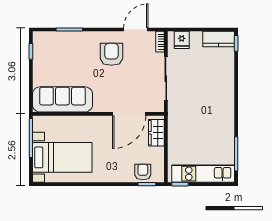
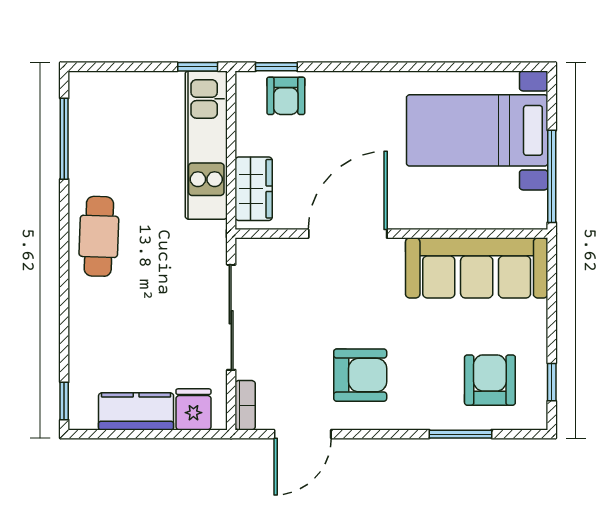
kitchen counter: (219, 39) -> (136, 411), moved
armchair: (57, 52) -> (490, 380), added
armchair: (111, 54) -> (360, 375), turned -90
cafe table: (222, 113) -> (99, 236), added
door: (129, 114) -> (348, 234), moved
kitchen unit: (203, 174) -> (206, 145), moved, turned 90

